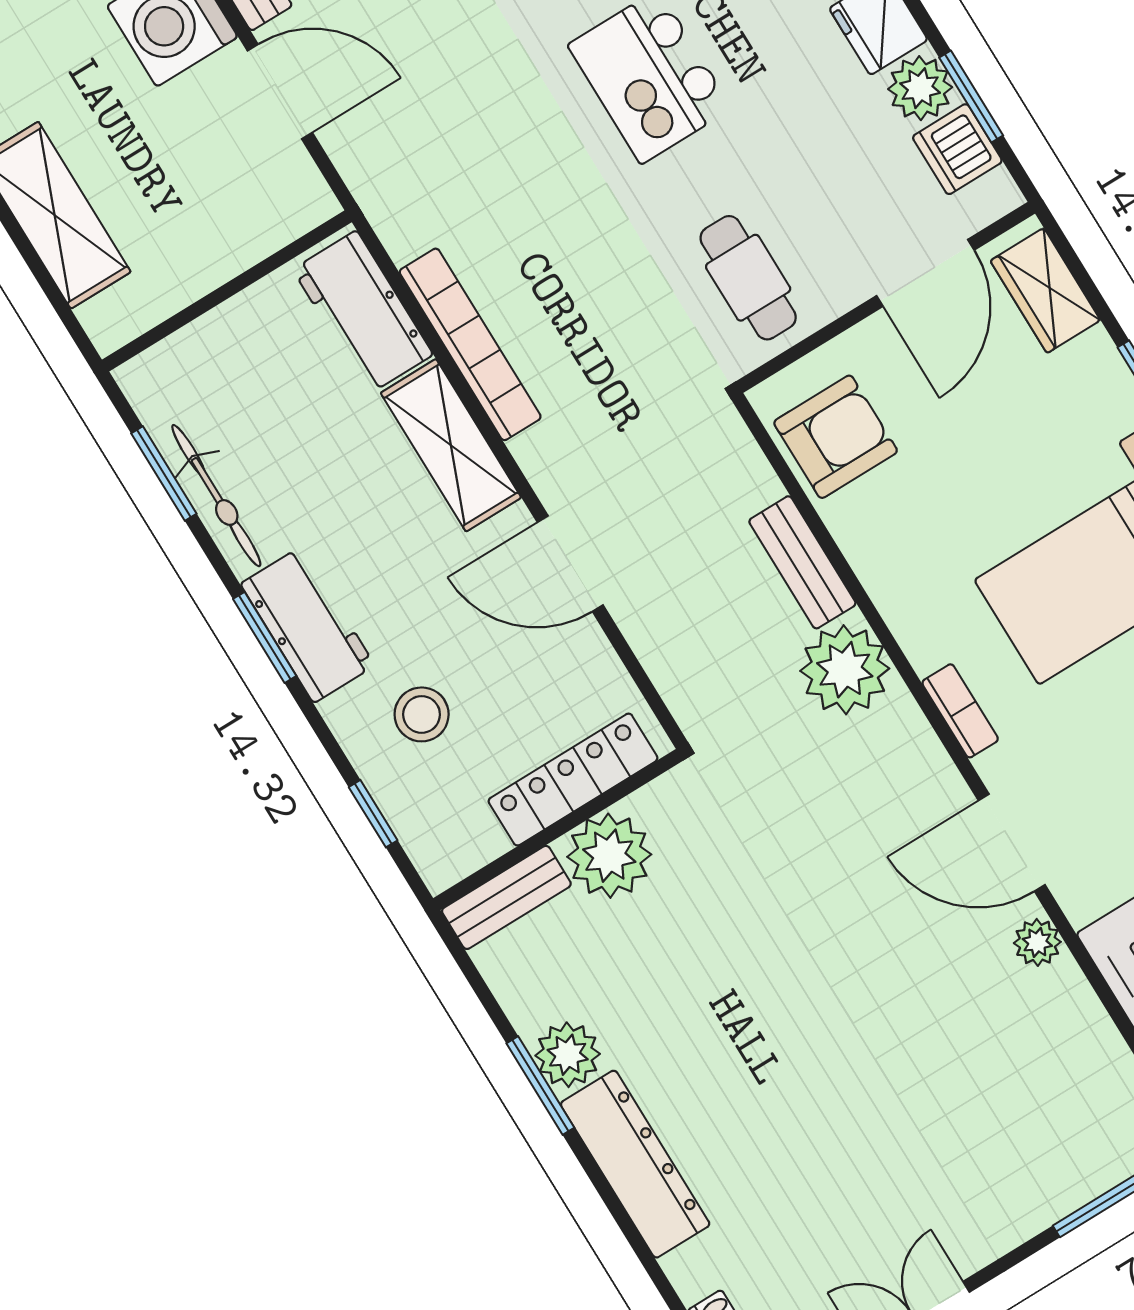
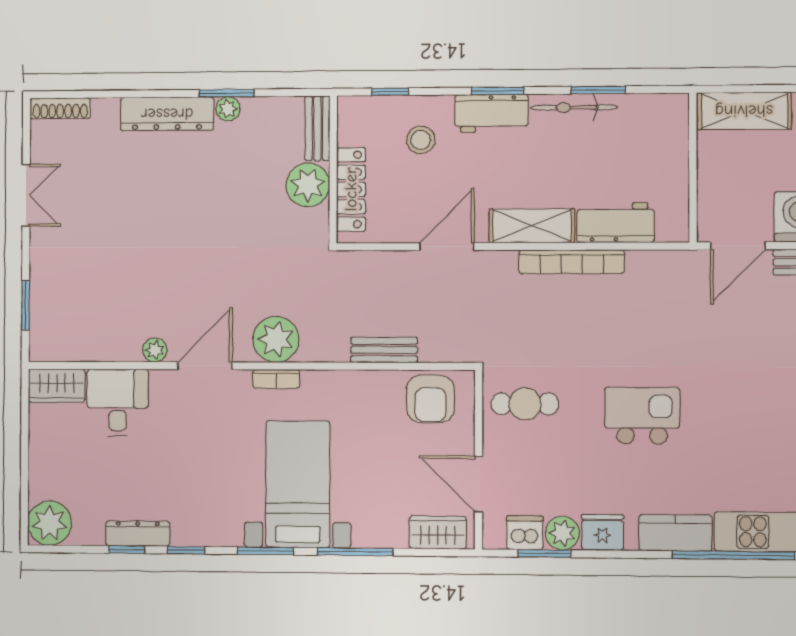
wall: (227, 291) -> (693, 168), moved
plant: (845, 670) -> (276, 339), moved
plant: (568, 1055) -> (228, 109), width x0.73, depth x0.73

